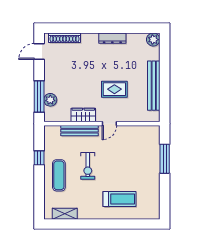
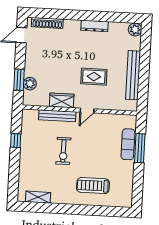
window: (39, 96) -> (19, 80), width x0.69
exercise mat: (59, 175) -> (128, 144), moved
treadmill: (119, 199) -> (93, 186), turned 180

